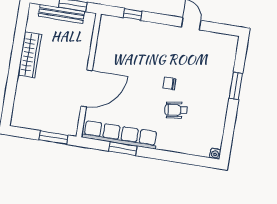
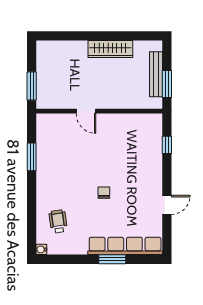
door: (87, 88) -> (86, 111), width x0.53
wheelchair: (176, 110) -> (58, 221), moved
row of seats: (120, 135) -> (125, 246), moved, turned -90

